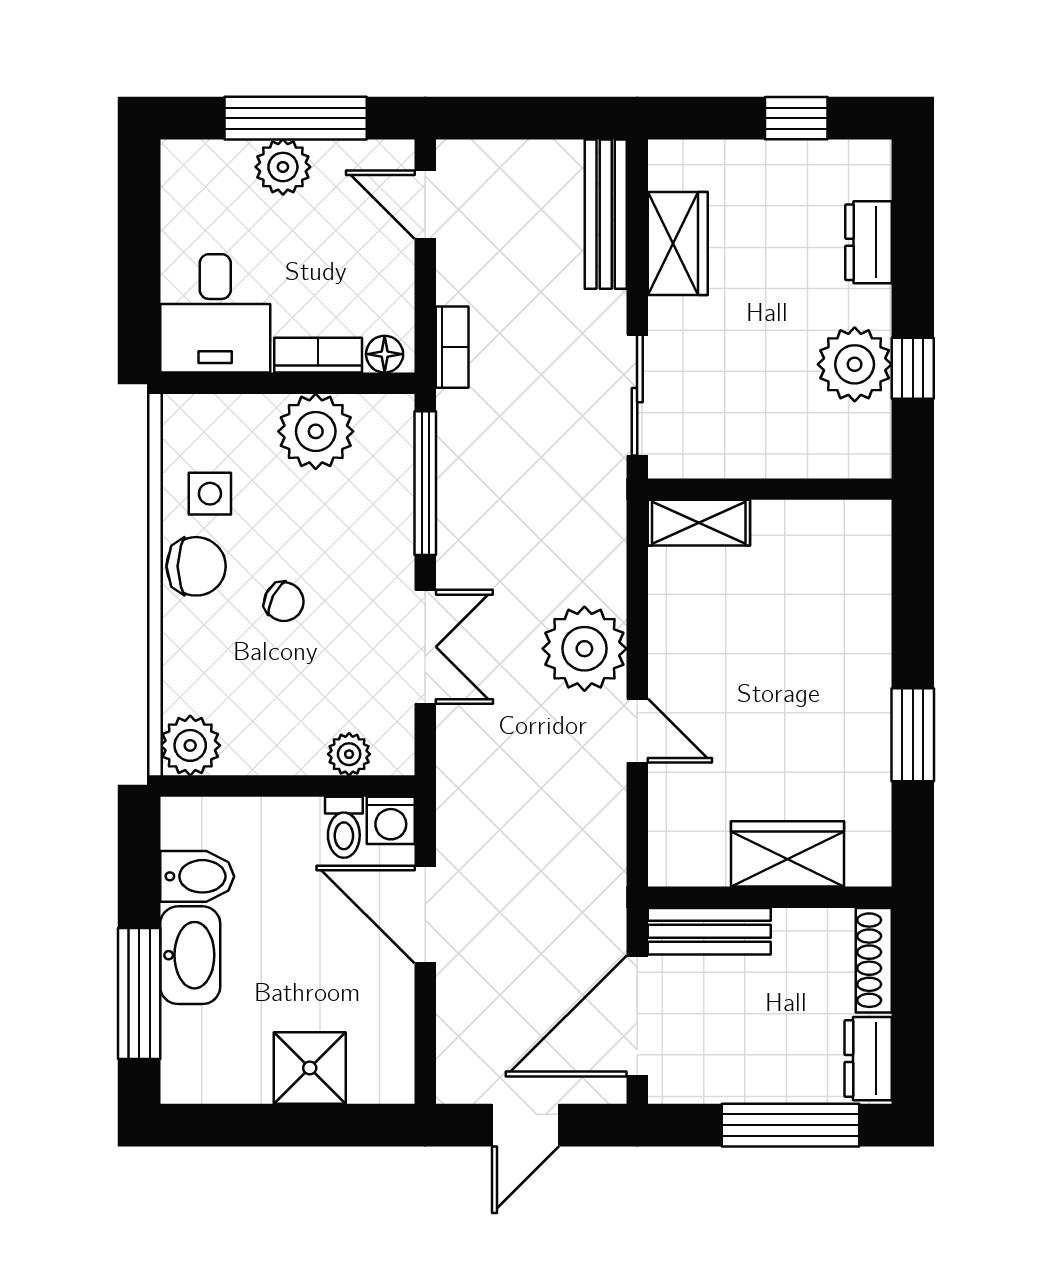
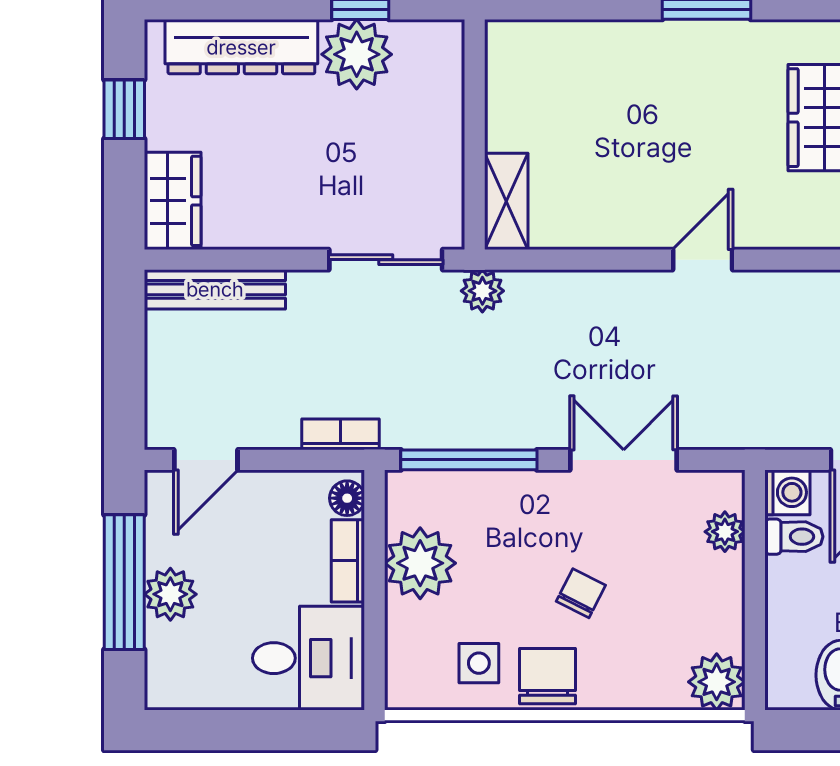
dresser: (868, 242) -> (241, 47), width x1.96, depth x1.24
wardrobe: (678, 243) -> (173, 201), moved, turned 90
plant: (584, 649) -> (482, 291), moved, width x0.53, depth x0.53

